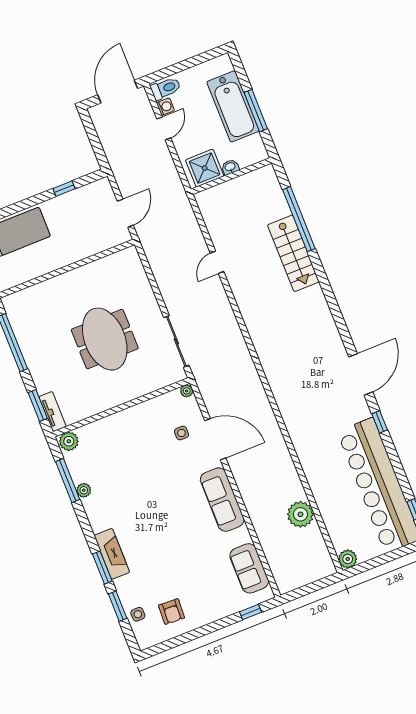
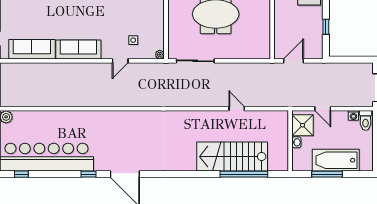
door: (164, 128) -> (323, 109), moved
door: (125, 213) -> (294, 61), swing flipped
stairs: (293, 253) -> (232, 157), width x1.36, depth x1.51
door: (215, 439) -> (120, 61), width x0.53
plant: (300, 514) -> (48, 97), removed
sofa: (249, 568) -> (32, 49), width x1.36

